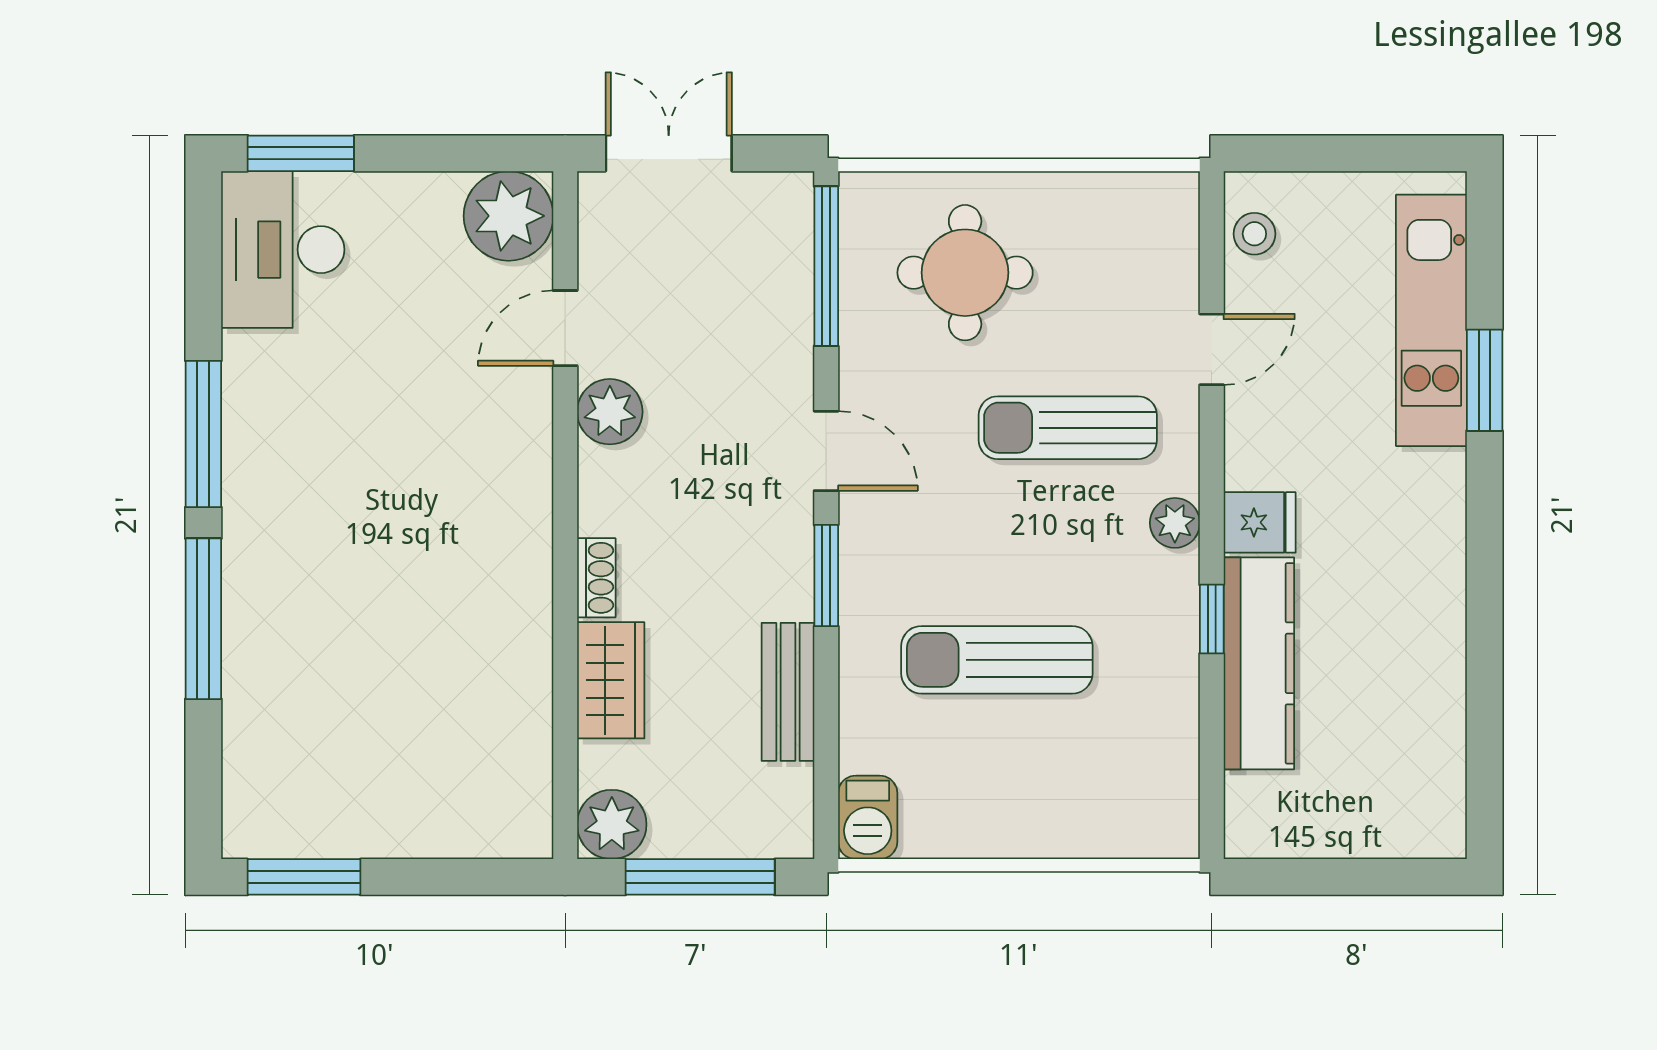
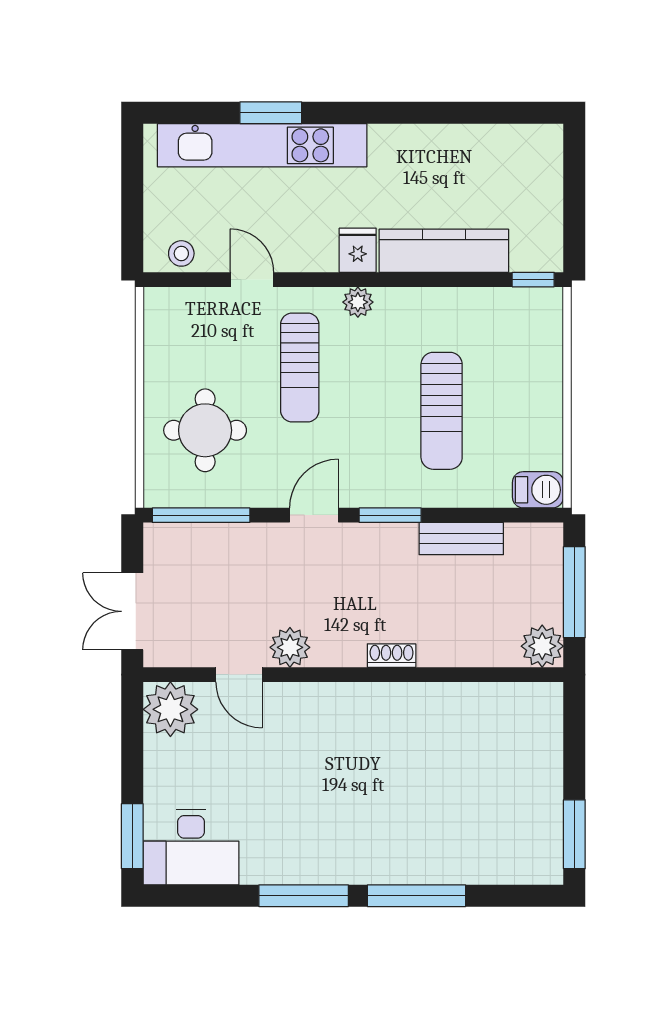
kitchen unit: (1431, 320) -> (262, 145), width x1.36
window: (1212, 619) -> (533, 280), moved
wardrobe: (611, 680) -> (454, 647), removed

